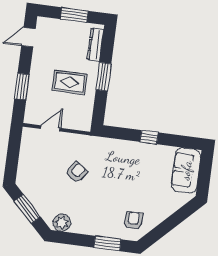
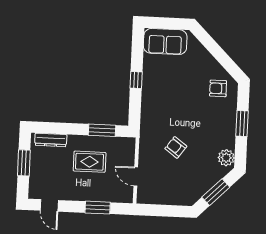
window: (104, 77) -> (102, 130), moved
rug: (70, 82) -> (90, 162), turned 90
window: (108, 243) -> (242, 123), moved

